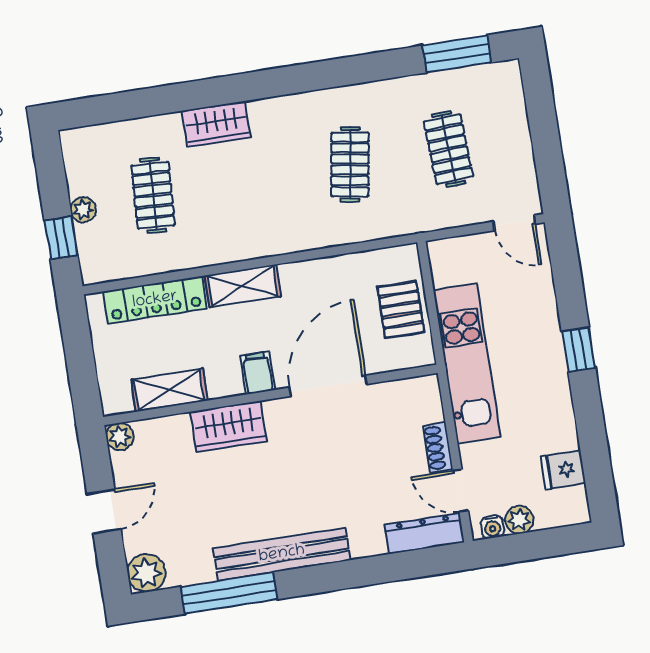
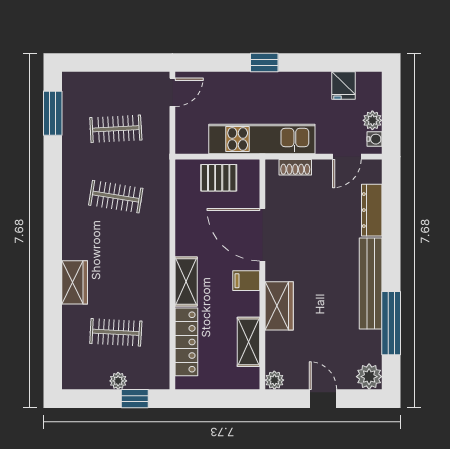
shoe rack: (438, 447) -> (295, 167), moved
dresser: (424, 534) -> (372, 210), moved

